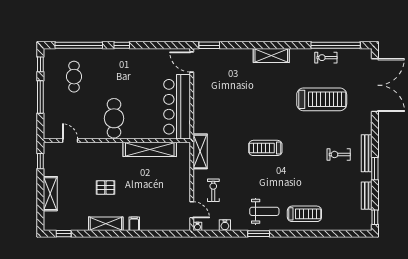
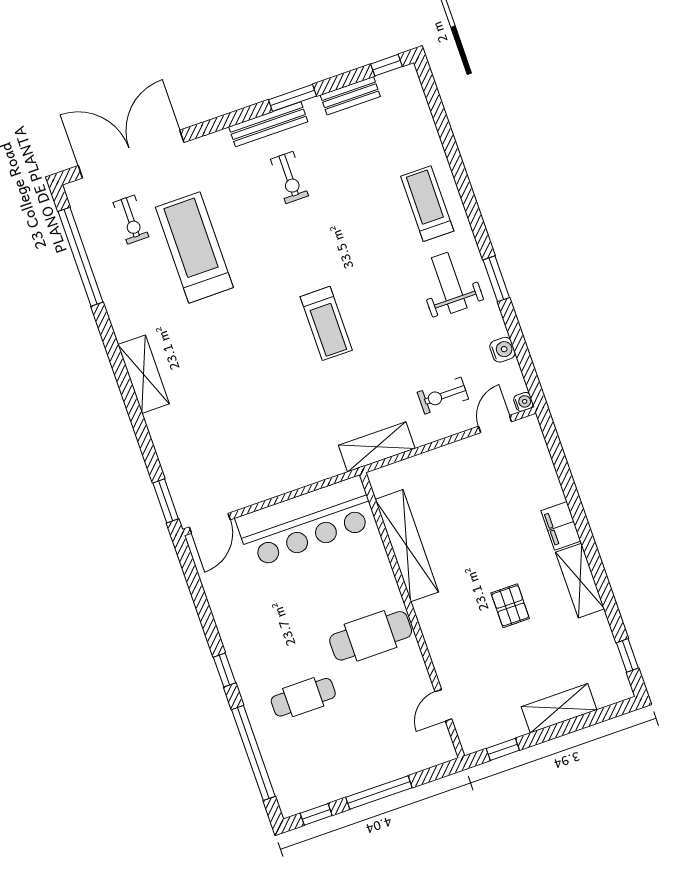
exercise bike: (326, 58) -> (131, 220), moved
cafe table: (74, 77) -> (303, 697), moved
filing cabinet: (134, 224) -> (561, 526), width x2.00

